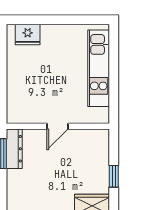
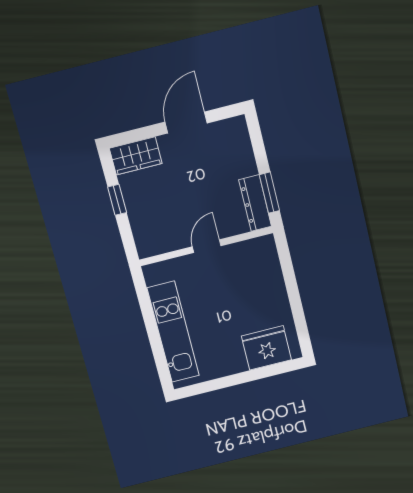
fridge: (28, 35) -> (266, 348), width x1.36, depth x1.34

